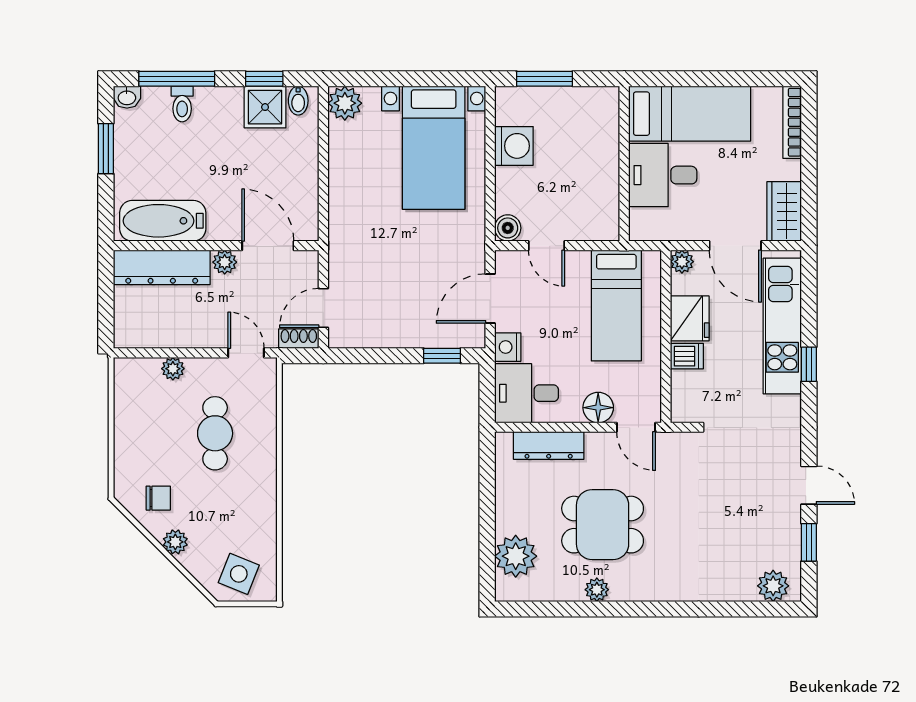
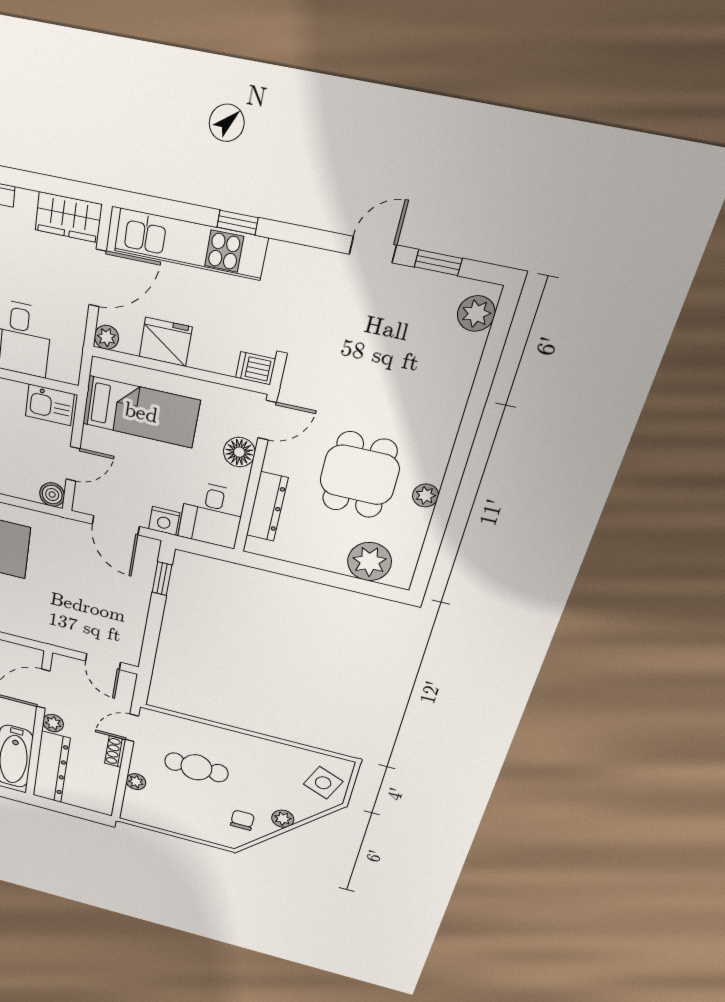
kitchen sink: (603, 214) -> (50, 405), added
shoe rack: (299, 339) -> (115, 752), moved
dishwasher: (687, 356) -> (256, 368), moved, turned -90

